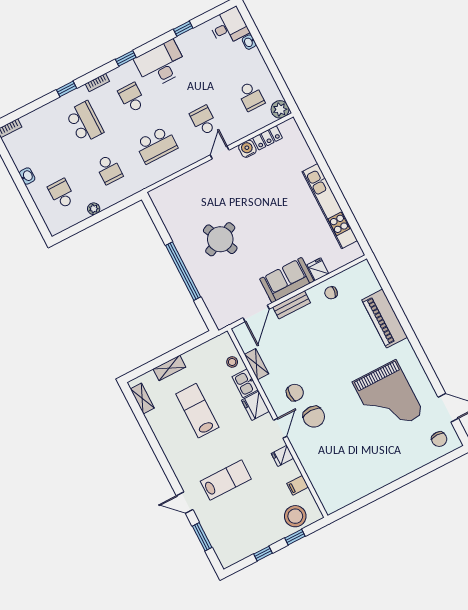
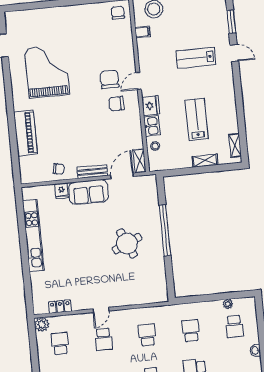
school desk: (156, 145) -> (147, 335), width x0.54
water cooler: (247, 149) -> (79, 304), removed
plant: (94, 209) -> (228, 304), moved
shelving: (256, 364) -> (140, 161), moved
lab bench: (197, 411) -> (197, 120), turned 180
chair: (439, 439) -> (118, 13), moved
fridge: (282, 456) -> (145, 59), removed

